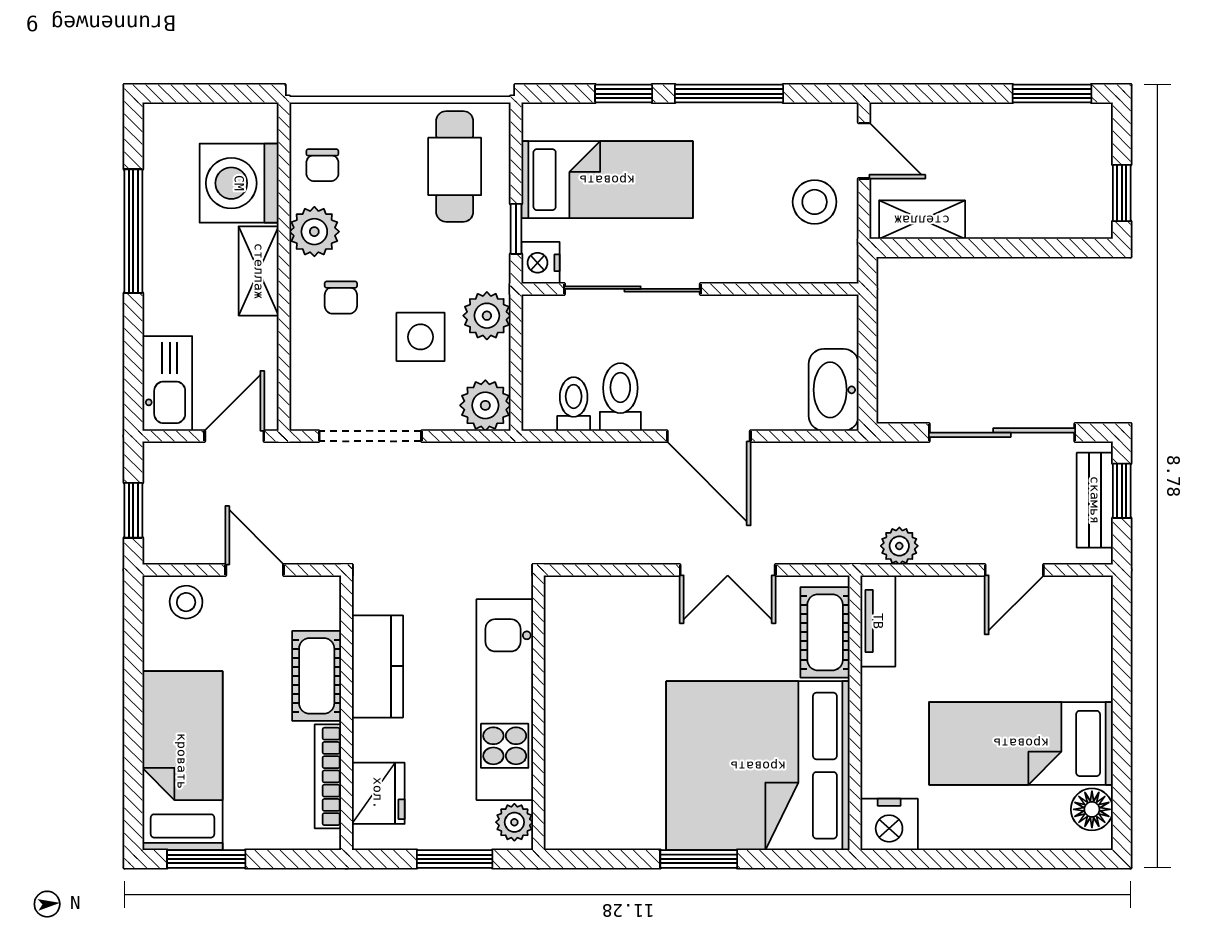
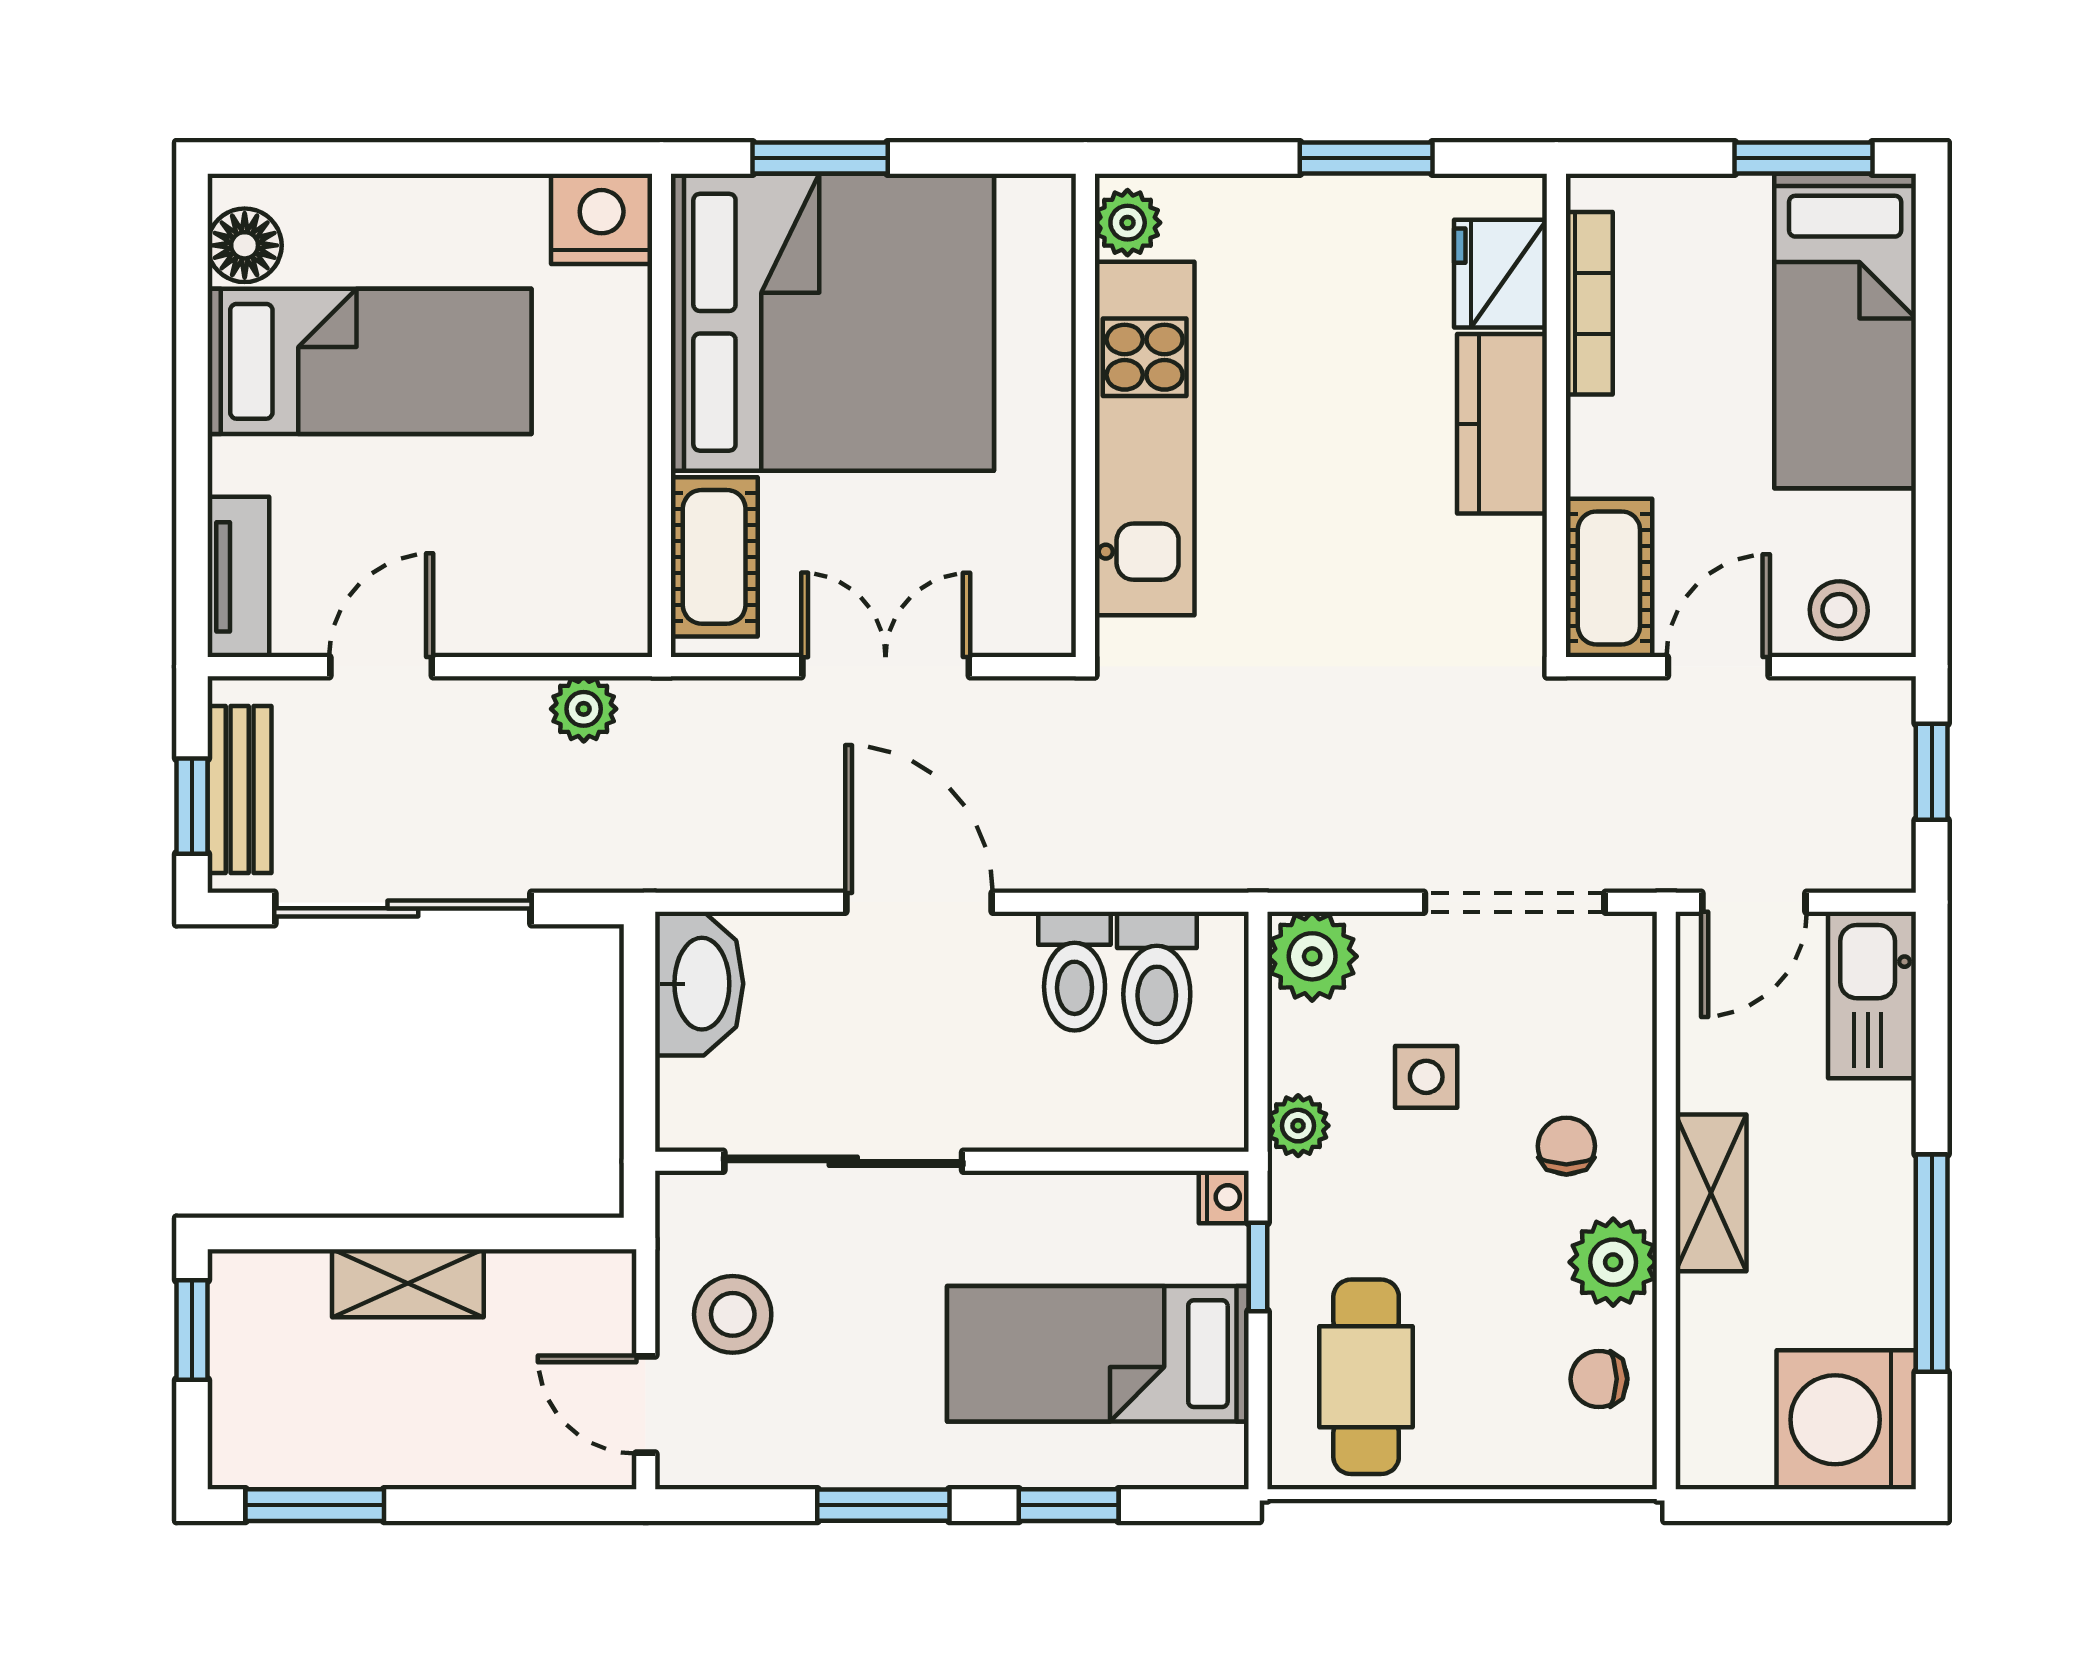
window: (729, 94) -> (883, 1505), width x0.69
chair: (322, 165) -> (1599, 1379), turned -90
washing machine: (239, 183) -> (1846, 1420), moved, turned 180
shelving: (922, 220) -> (408, 1283), moved
nightstand: (541, 263) -> (1224, 1197), width x0.72, depth x0.74
sliding door: (632, 289) -> (843, 1161), moved
plant: (487, 316) -> (1298, 1126), width x0.73, depth x0.73
side table: (421, 337) -> (1426, 1077), width x0.73, depth x0.73
toilet: (574, 404) -> (1157, 977), width x1.37, depth x1.39
door: (255, 570) -> (1718, 667), swing flipped
tv unit: (878, 621) -> (238, 577), moved, turned 180
kitchen counter: (377, 666) -> (1502, 424), moved
cot: (317, 676) -> (1609, 578), moved
kitchen unit: (505, 700) -> (1145, 438), moved
wall: (538, 713) -> (1085, 415), moved
plant: (514, 822) -> (1128, 223), moved
window: (699, 859) -> (820, 158), moved

